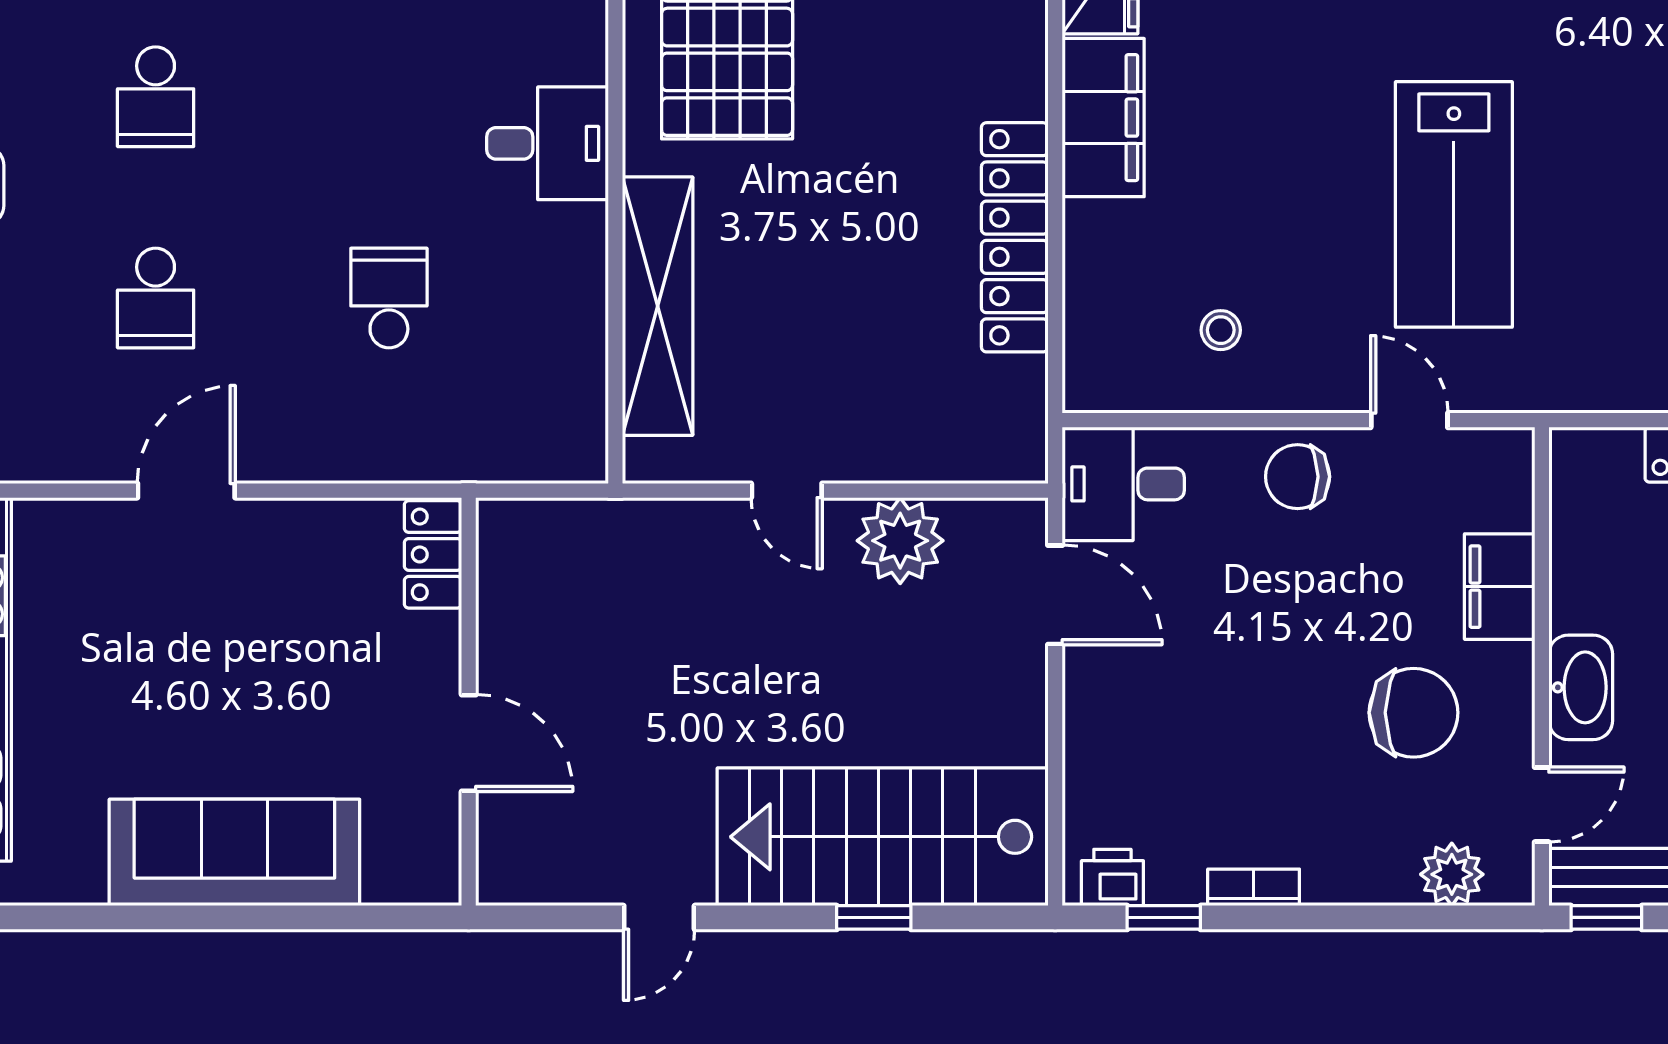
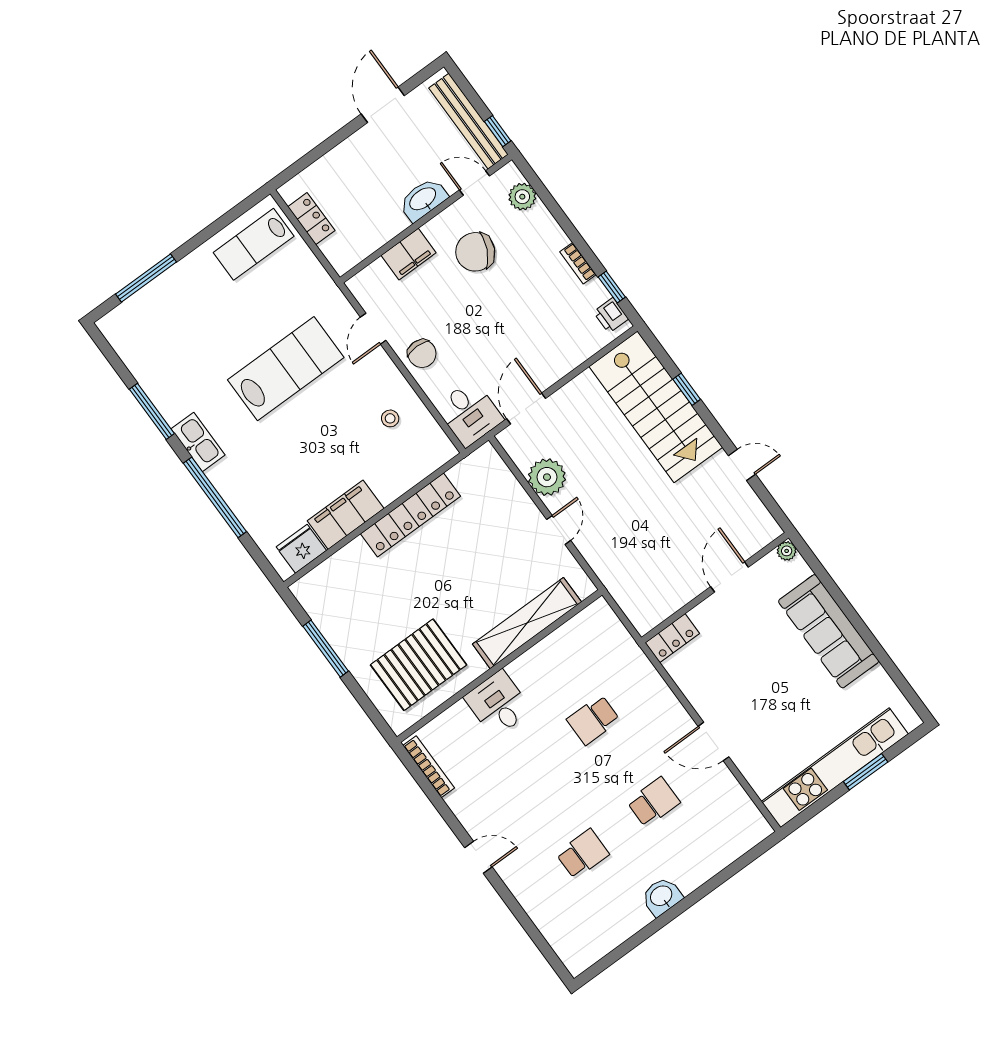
chair: (1414, 713) -> (475, 252), turned -64
plant: (440, 884) -> (787, 551), added

